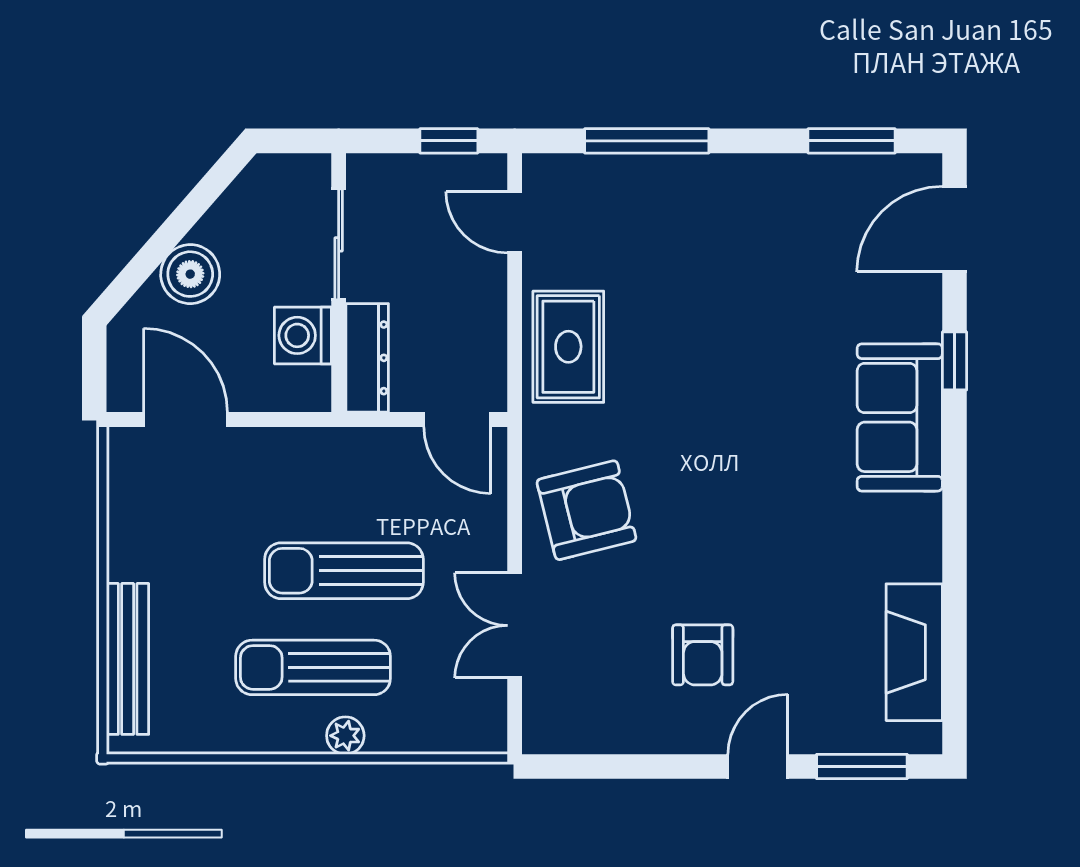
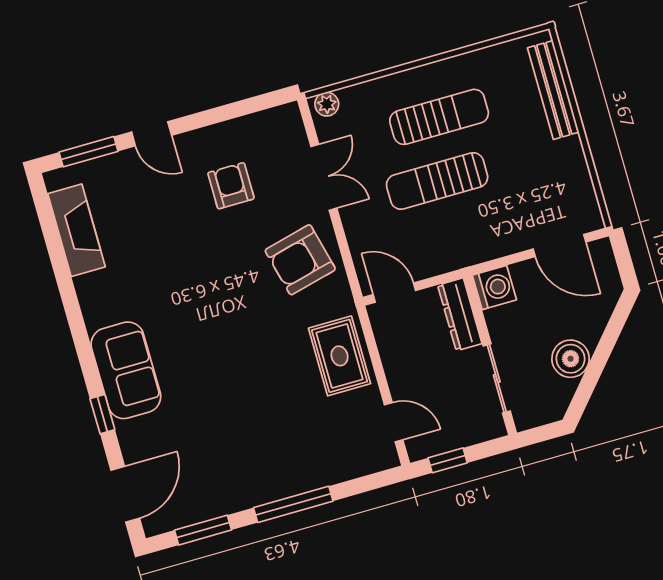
window: (647, 141) -> (293, 504), moved
boiler: (190, 274) -> (571, 359), moved
washing machine: (303, 335) -> (494, 288), moved
sun lounger: (344, 571) -> (437, 181), turned 180
armchair: (703, 655) -> (231, 186), moved
plant: (345, 736) -> (327, 104), moved
door: (758, 767) -> (152, 134), hinge flipped

